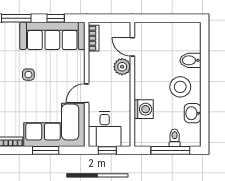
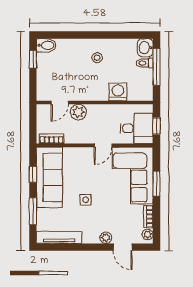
window: (179, 18) -> (33, 59), added
bidet: (190, 60) -> (46, 45), moved, turned -90
stool: (180, 87) -> (97, 58), width x0.53, depth x0.53
door: (87, 93) -> (103, 145), hinge flipped
washbasin: (193, 113) -> (145, 48), moved, turned 90

